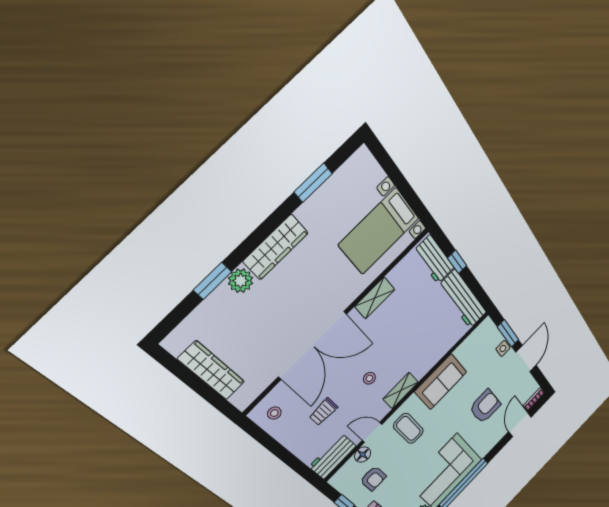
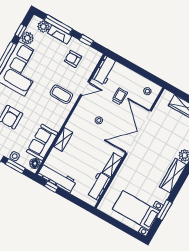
bed with nightstands: (379, 231) -> (136, 210), moved, turned -90
workbench: (434, 259) -> (99, 186), moved, turned -90
window: (457, 262) -> (51, 187), moved
sofa: (441, 382) -> (42, 142), moved
shelving: (401, 391) -> (63, 139), moved
floor lamp: (363, 455) -> (35, 164), moved

